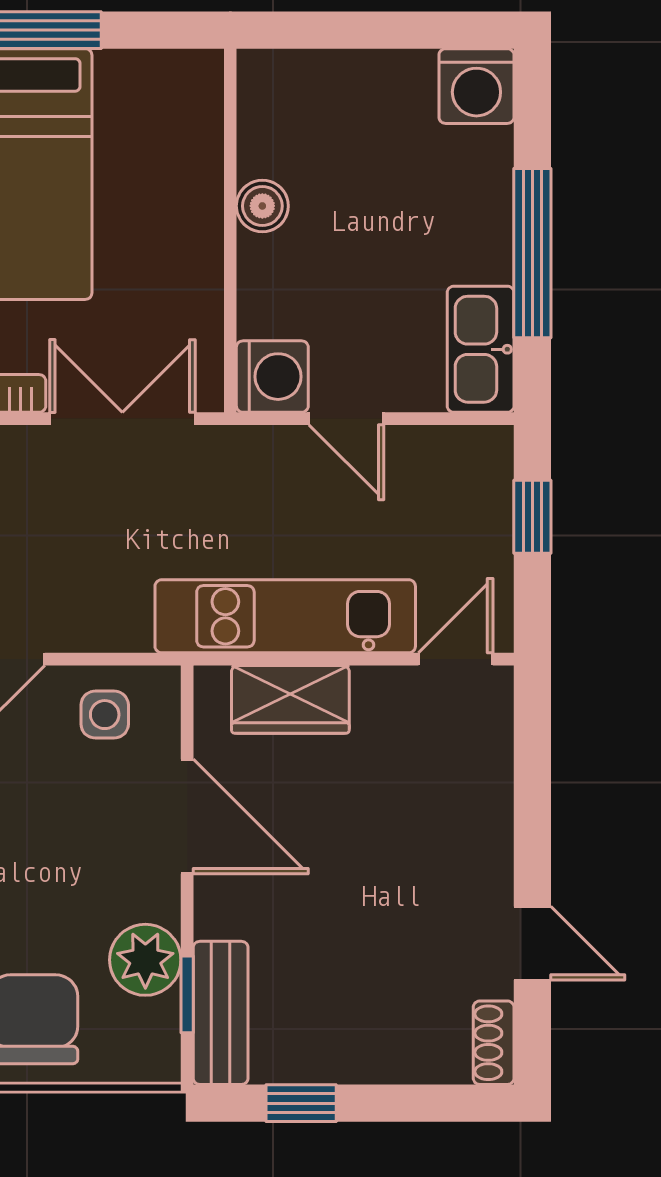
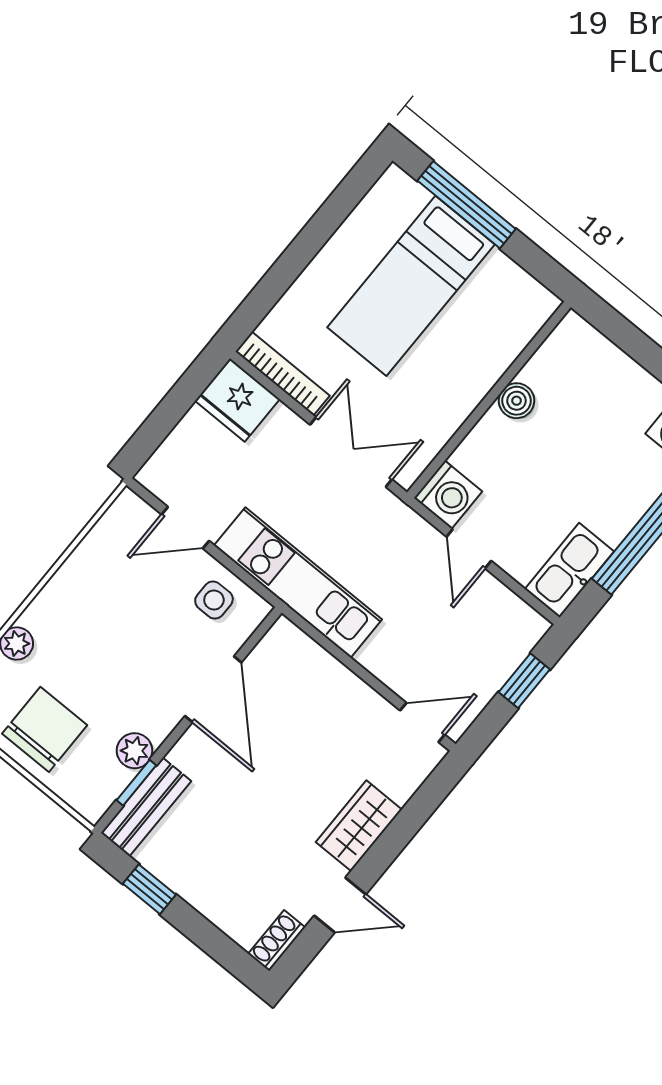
kitchen unit: (285, 616) -> (298, 582), moved
wardrobe: (290, 699) -> (359, 826), moved, turned 90
door: (532, 943) -> (340, 905), hinge flipped
plant: (145, 960) -> (134, 751), width x0.73, depth x0.73

